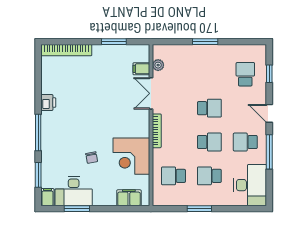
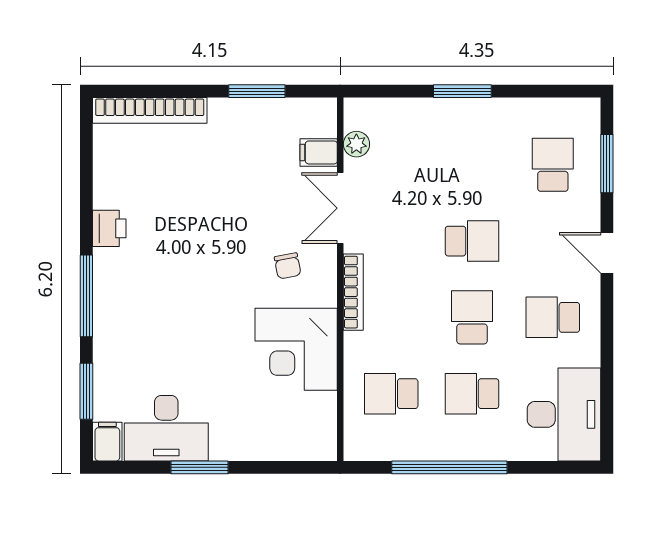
window: (269, 74) -> (607, 164), width x1.50
school desk: (209, 142) -> (472, 317), turned -90
window: (269, 152) -> (607, 340), removed
chair: (92, 158) -> (288, 266), moved
filing cabinet: (129, 198) -> (291, 443), removed
window: (77, 209) -> (200, 467), moved
window: (199, 209) -> (449, 467), width x2.11

